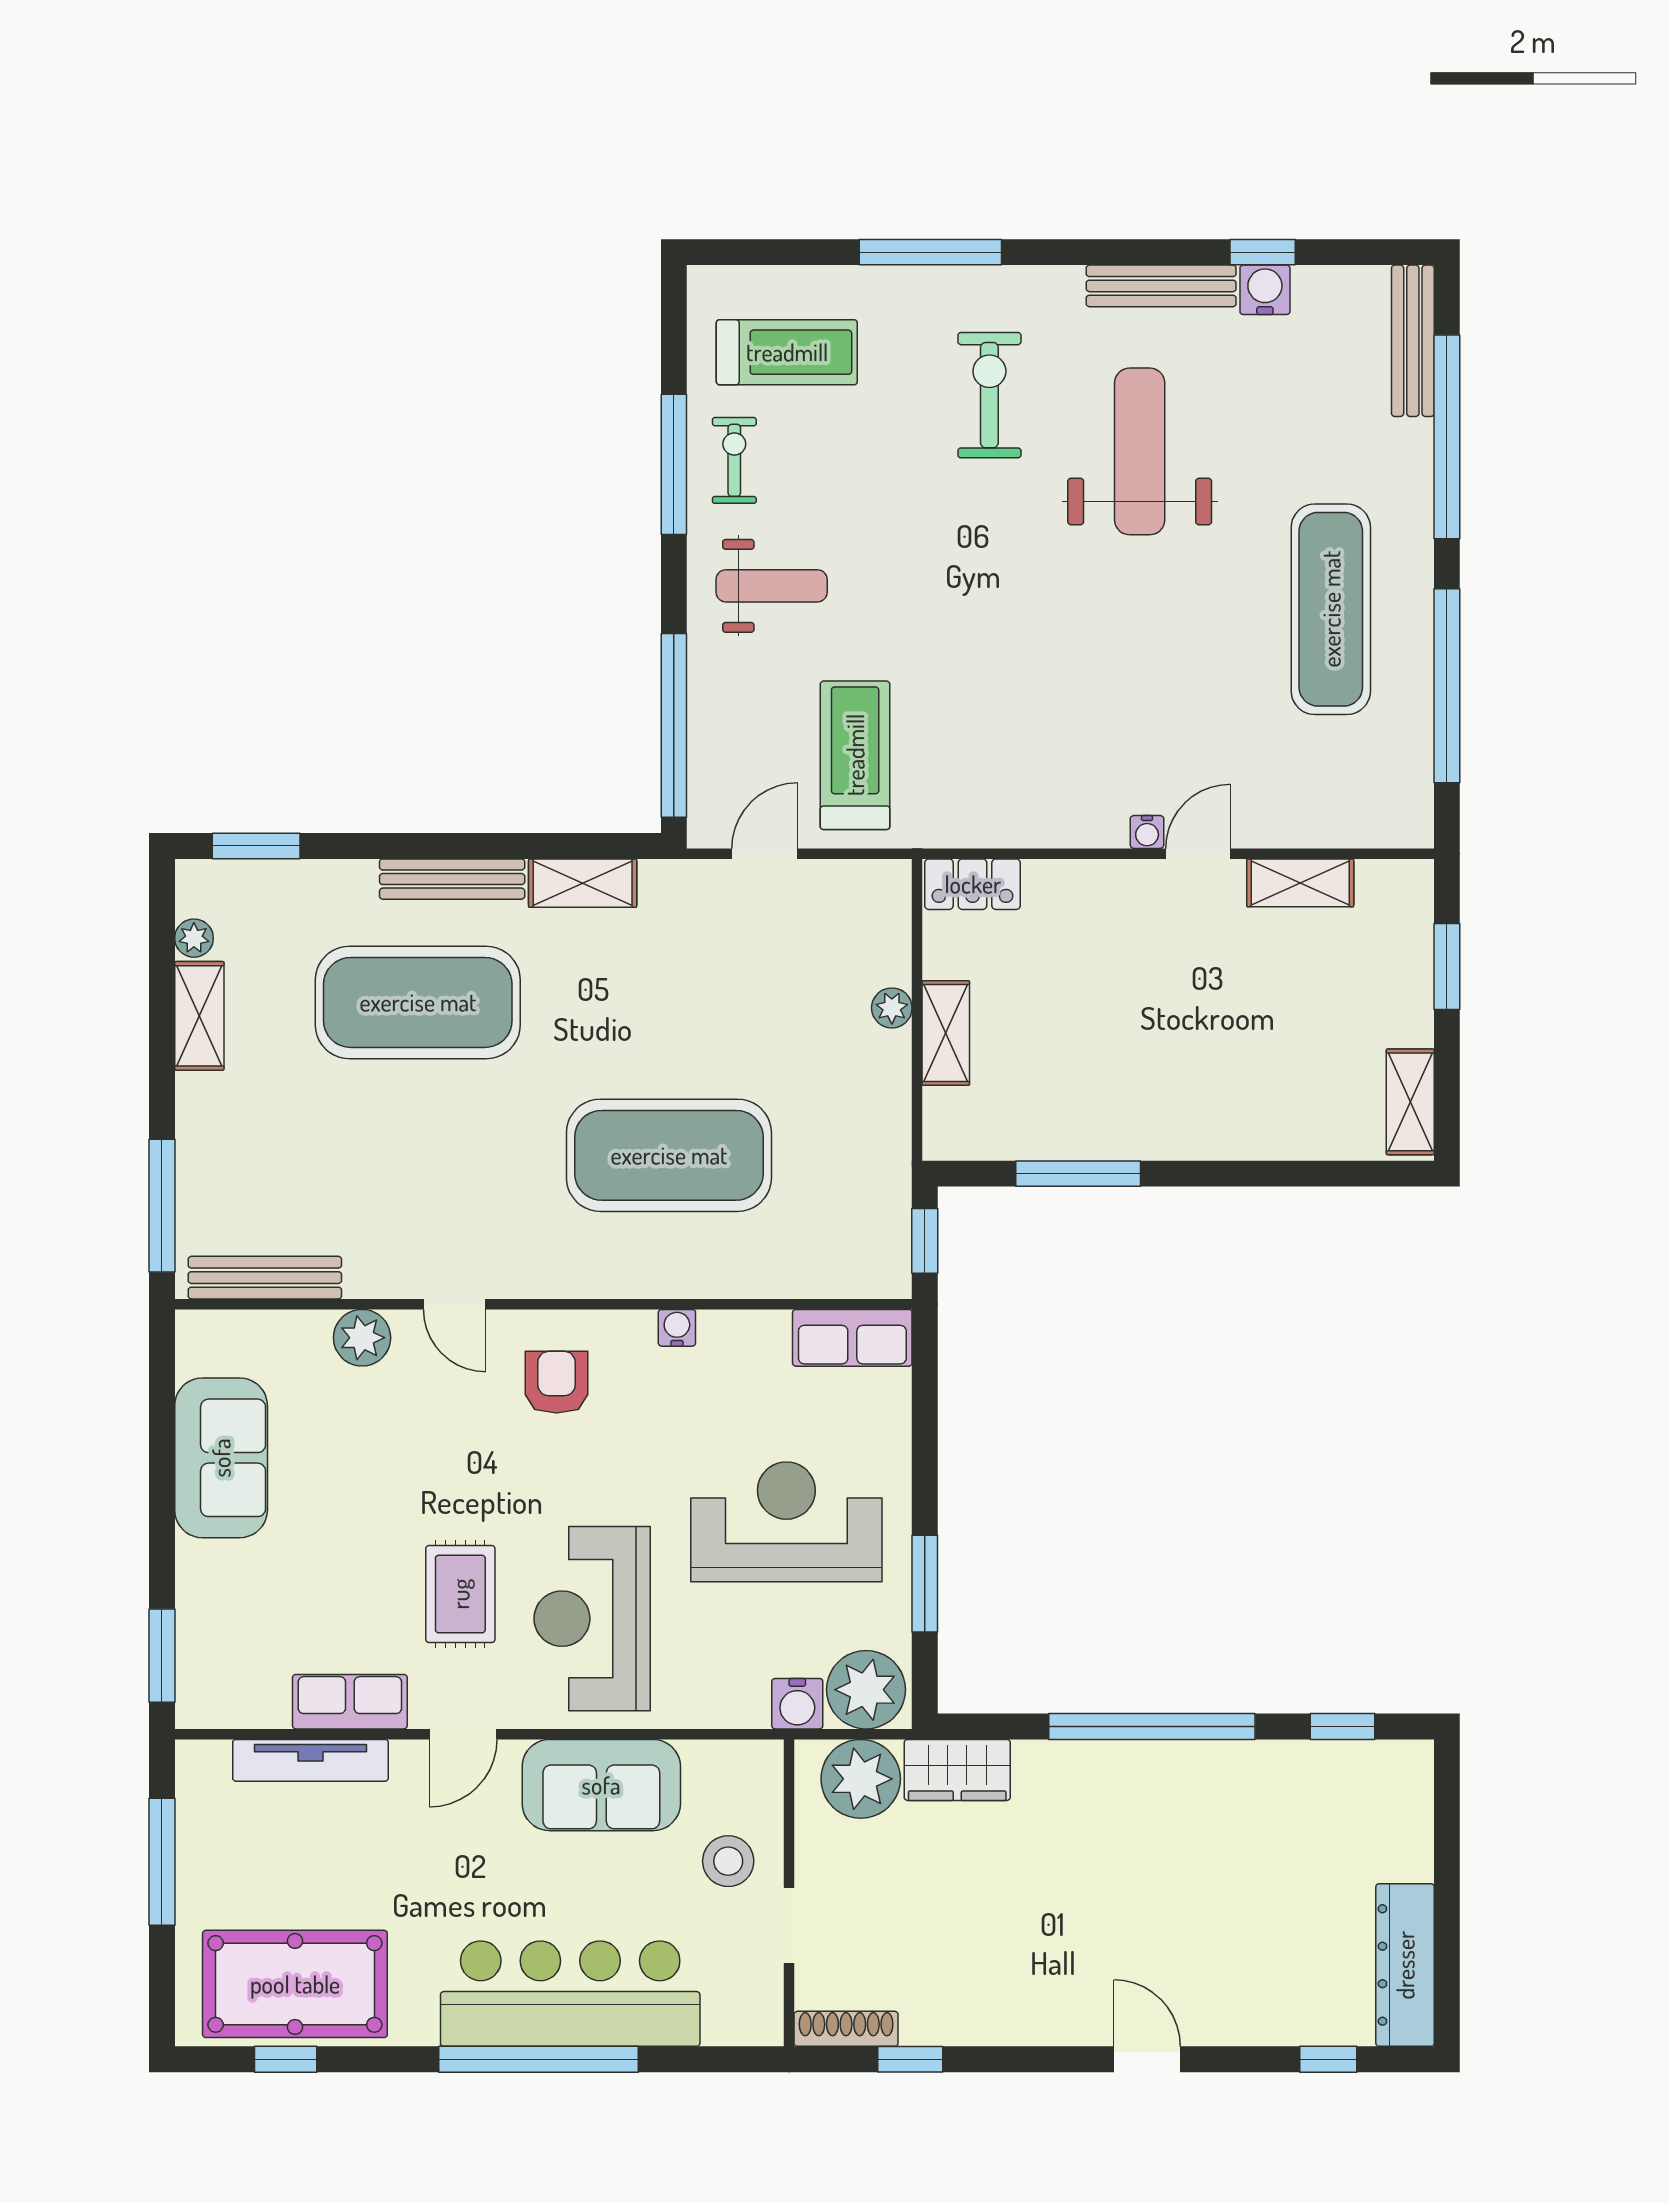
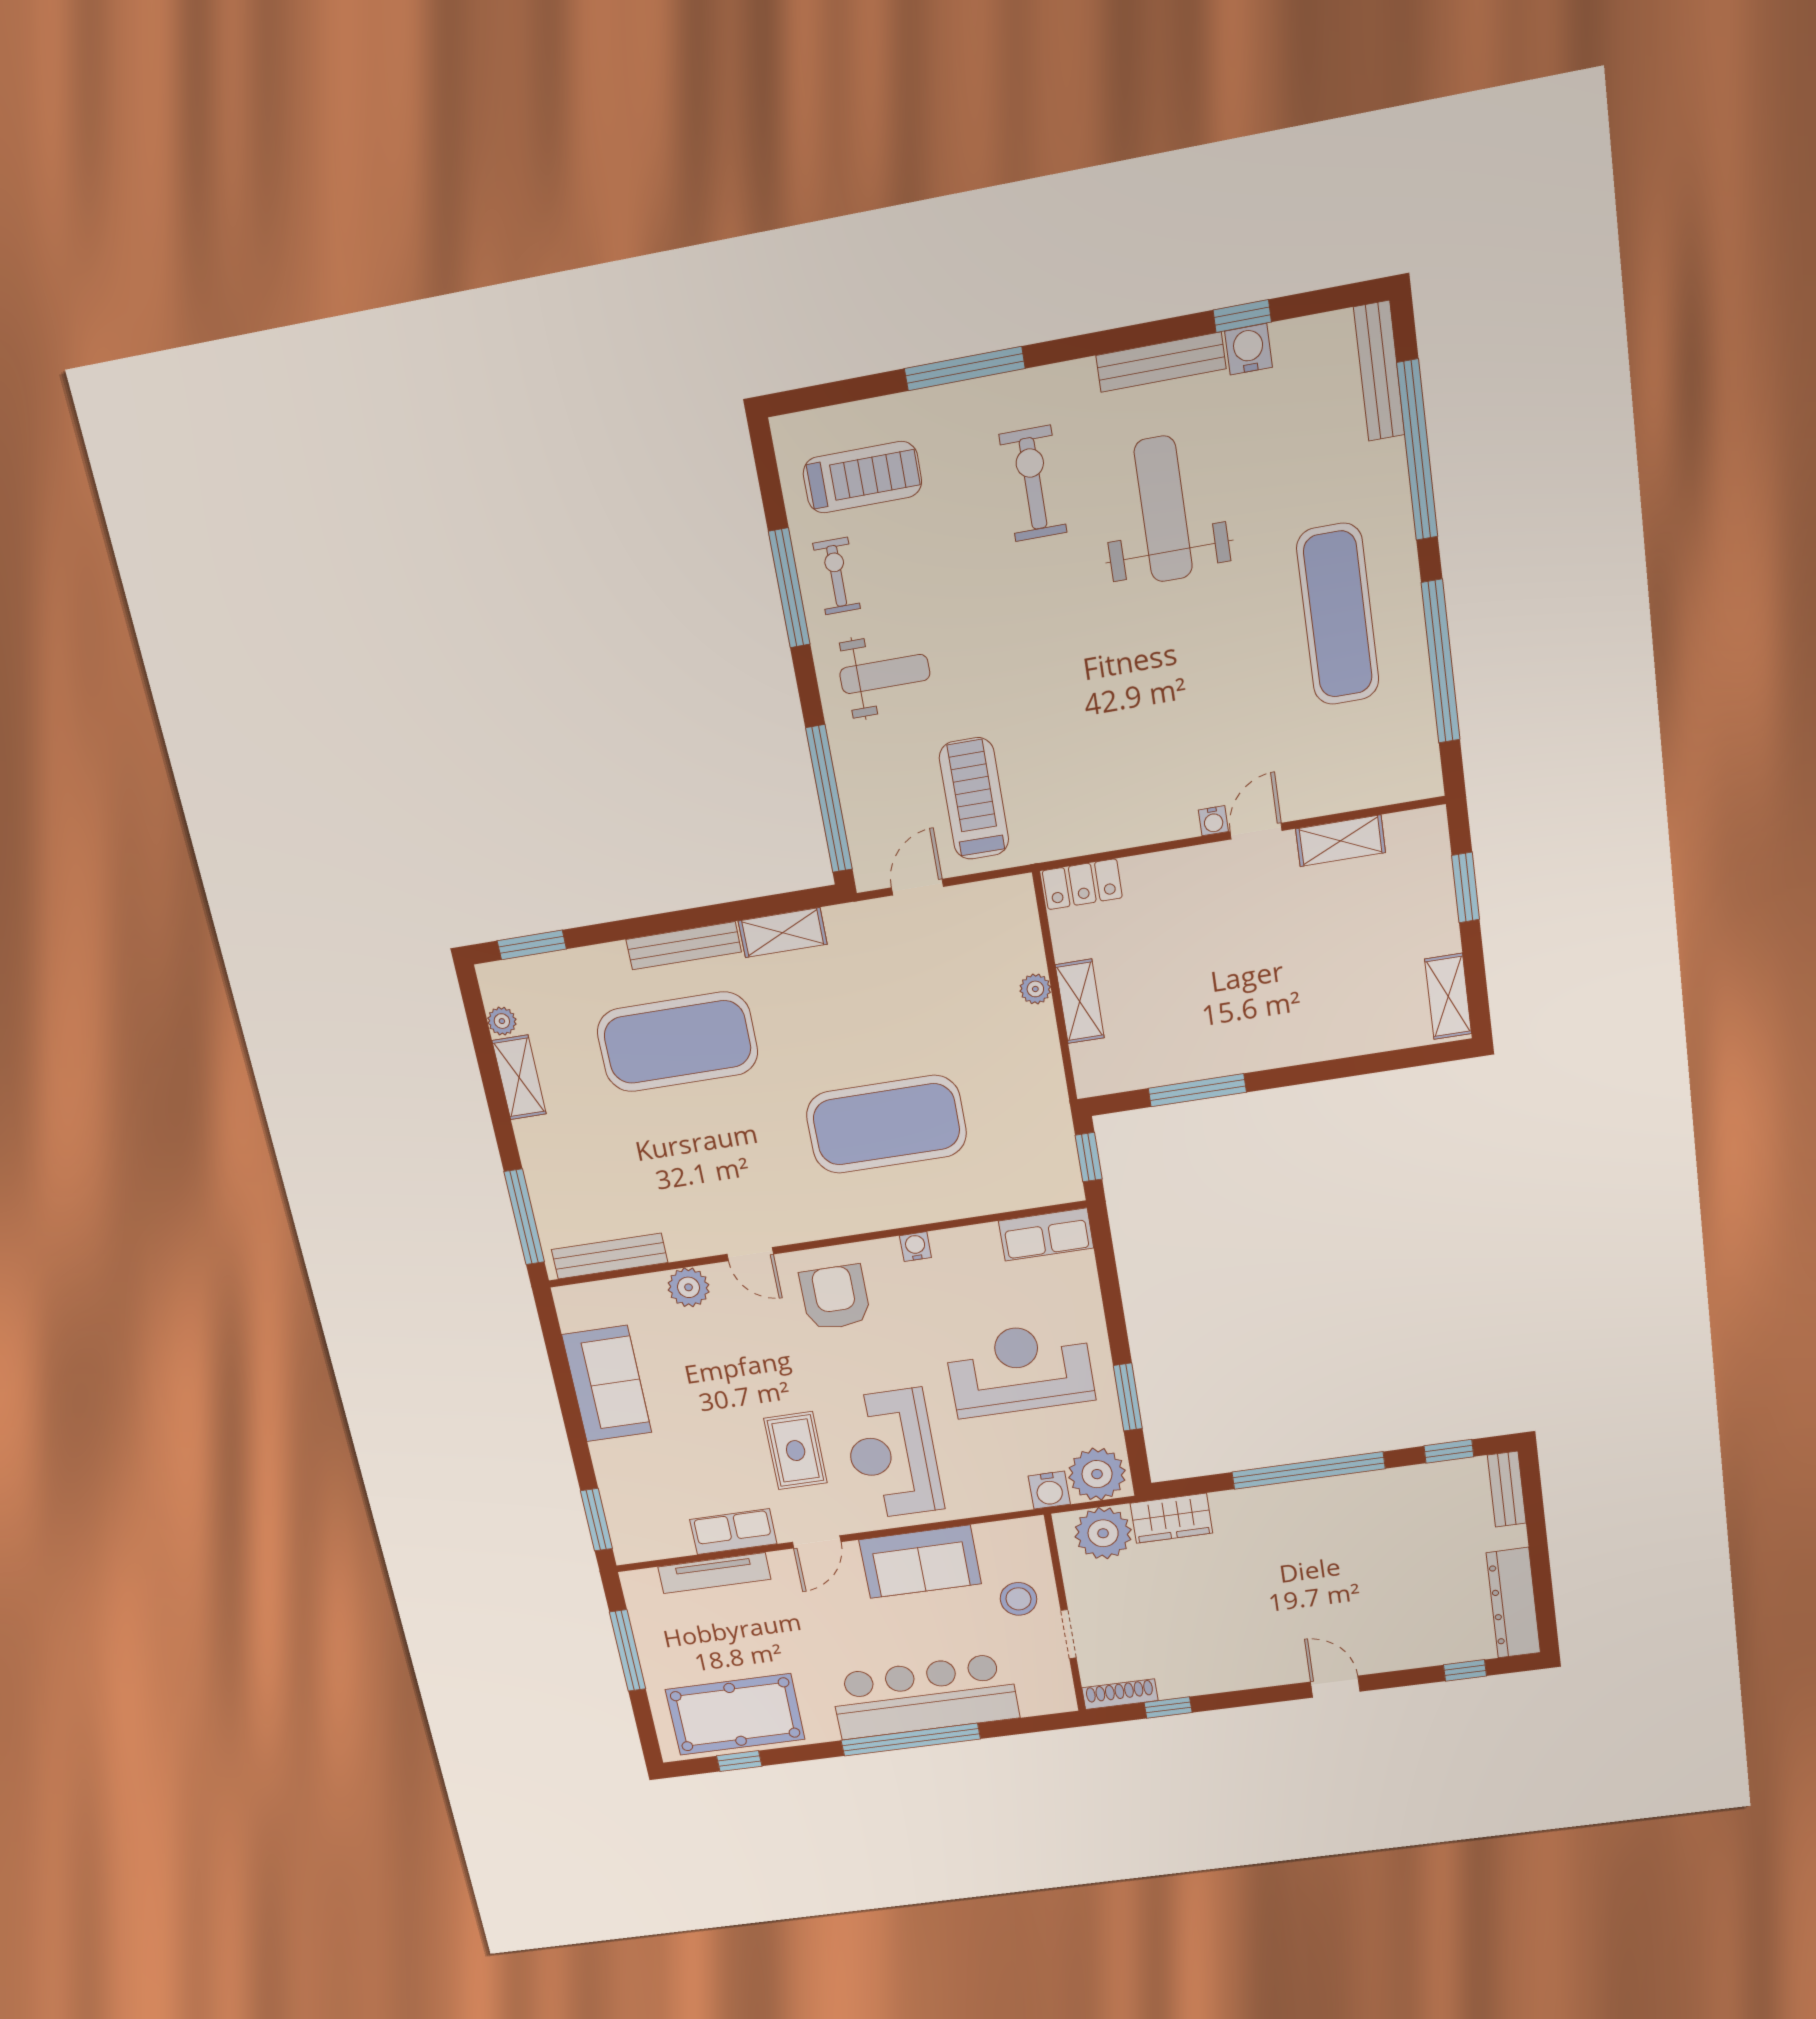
armchair: (557, 1382) -> (835, 1297), width x1.38, depth x1.38
bench: (1413, 1793) -> (1507, 1489), added

